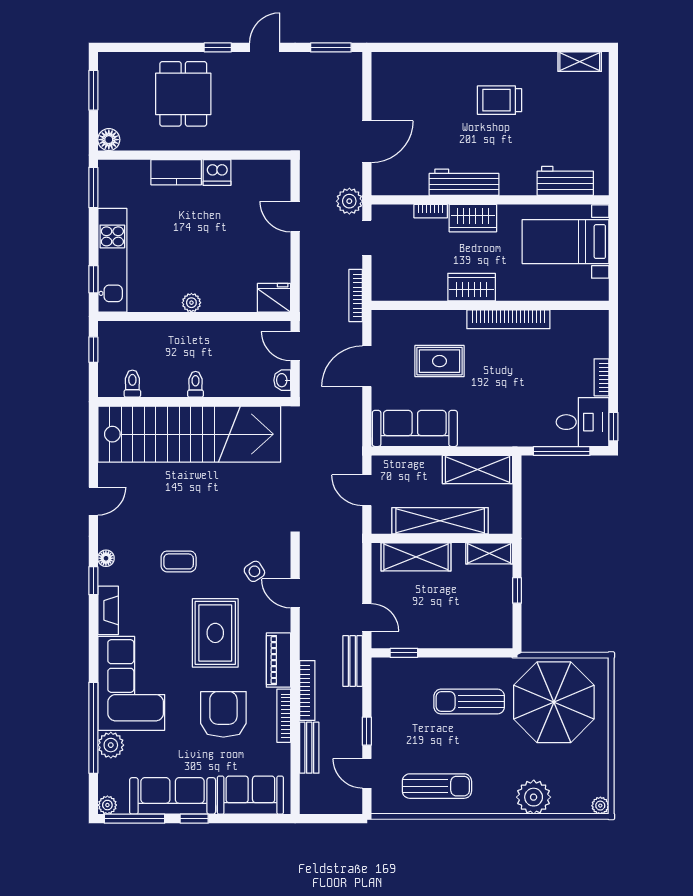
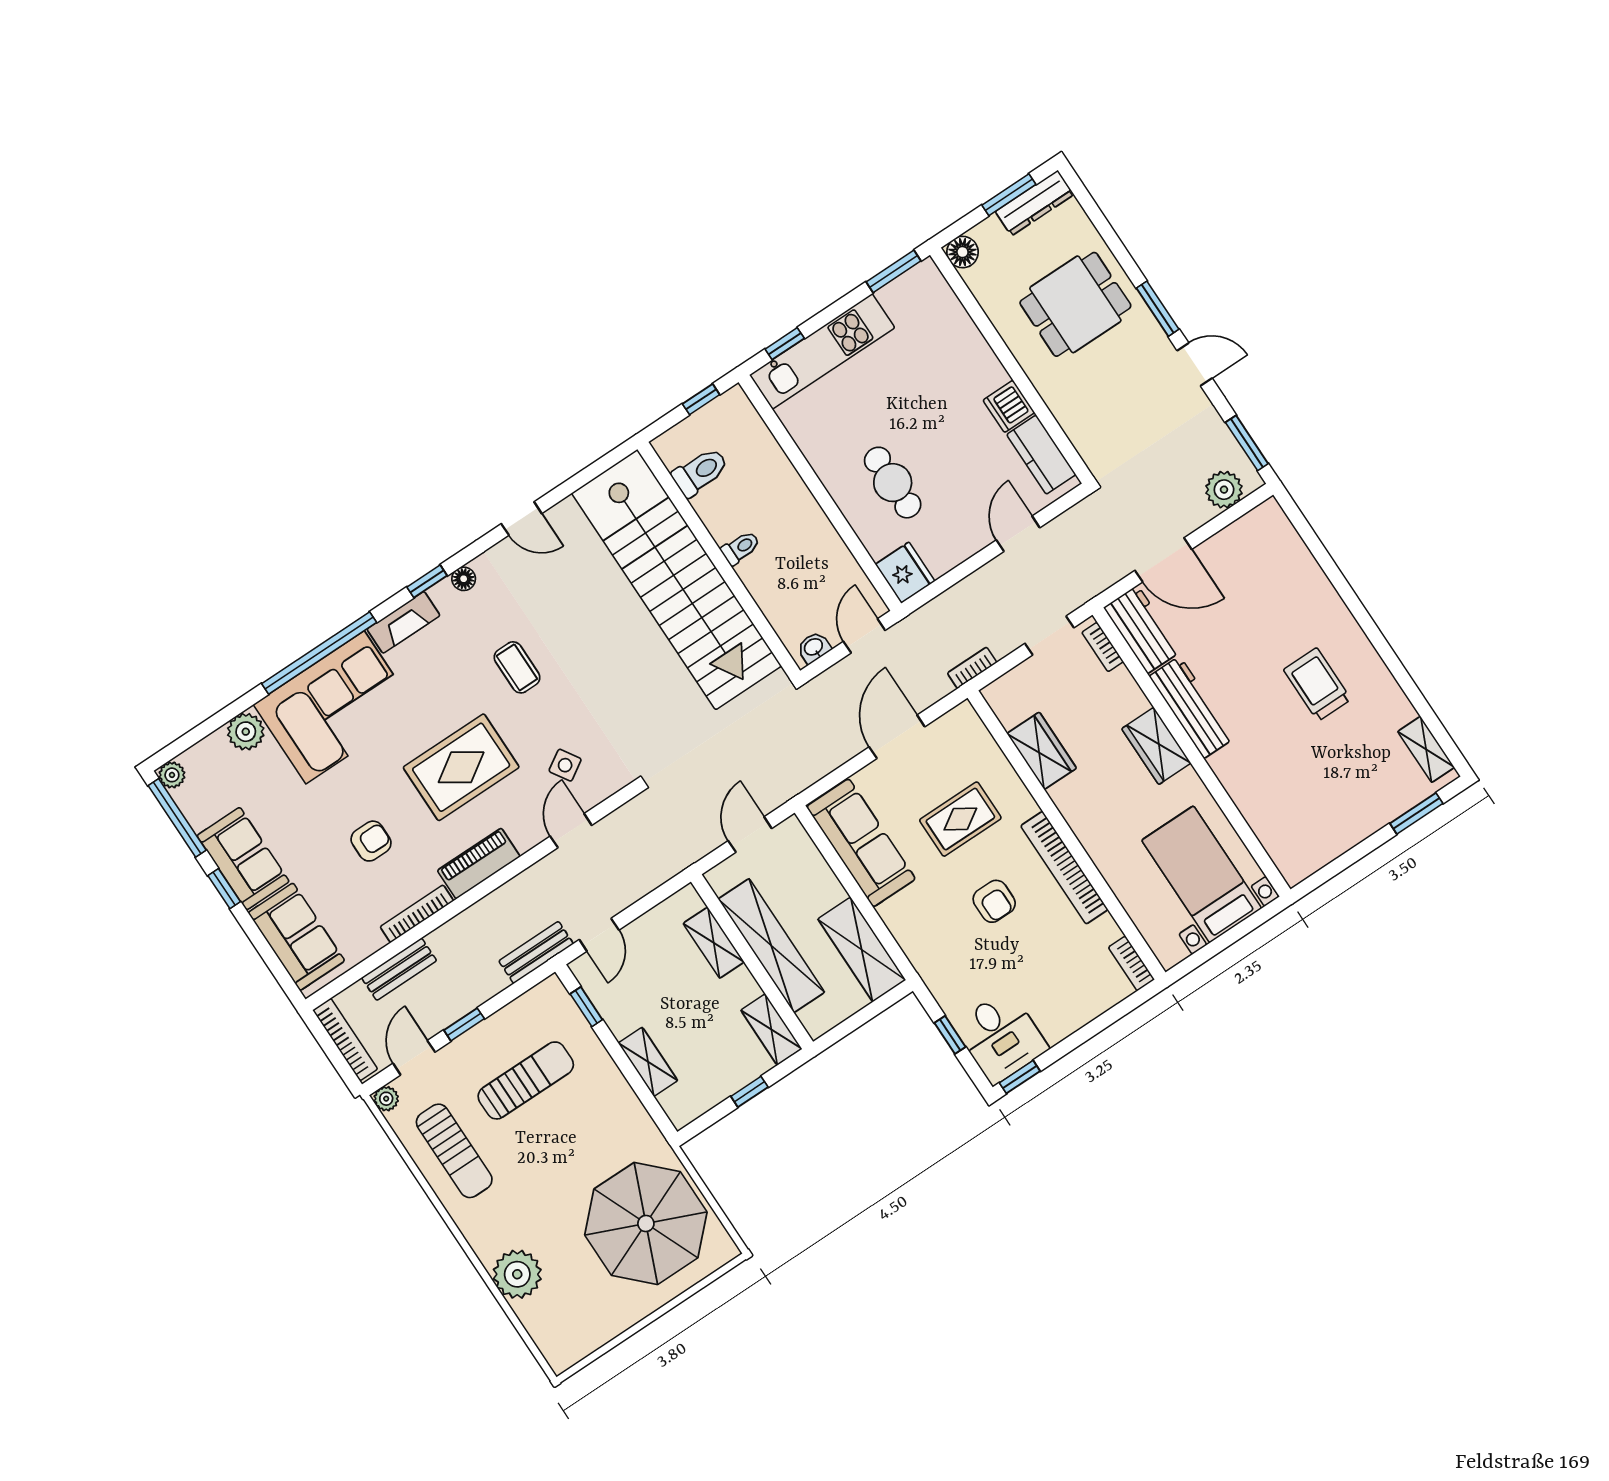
window: (218, 47) -> (1158, 309), width x1.50
dresser: (108, 78) -> (1035, 203), added
window: (613, 92) -> (1416, 813), added
kitchen counter: (176, 172) -> (1041, 455), moved
workbench: (565, 181) -> (1142, 629), moved
plant: (349, 201) -> (1224, 490), moved
bookcase: (431, 211) -> (1103, 647), moved
cafe table: (216, 270) -> (893, 483), added
wardrobe: (472, 287) -> (1042, 751), moved
bookcase: (356, 295) -> (972, 668), width x0.64
plant: (191, 303) -> (834, 479), removed
rug: (440, 361) -> (960, 819), turned 90
door: (367, 366) -> (897, 737), hinge flipped
armchair: (501, 373) -> (994, 901), added
bookcase: (602, 377) -> (1131, 963), moved, turned -90
toilet: (132, 384) -> (700, 472), width x1.37, depth x1.39
window: (562, 451) -> (950, 1035), width x0.46
shelving: (416, 557) -> (714, 943), width x0.67, depth x0.75
shelving: (460, 638) -> (648, 1062), added
bookcase: (307, 690) -> (345, 1040), moved, turned -90
sun lounger: (469, 702) -> (526, 1080), moved, turned 90
armchair: (223, 714) -> (371, 841), width x0.53, depth x0.53
window: (93, 728) -> (319, 653), moved
sofa: (173, 796) -> (243, 859), width x0.73
plant: (600, 806) -> (386, 1099), moved

